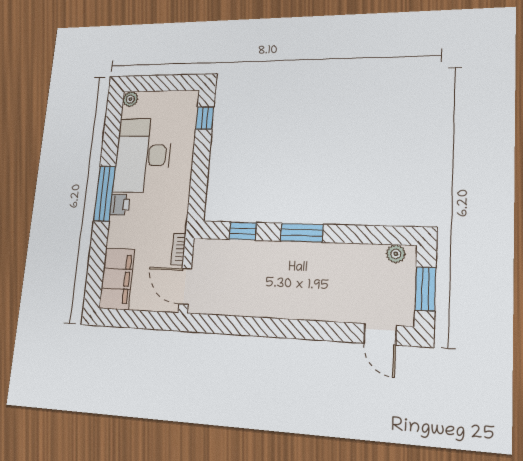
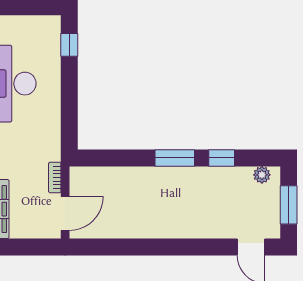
window: (243, 231) -> (222, 158), moved
door: (185, 287) -> (65, 213), swing flipped

